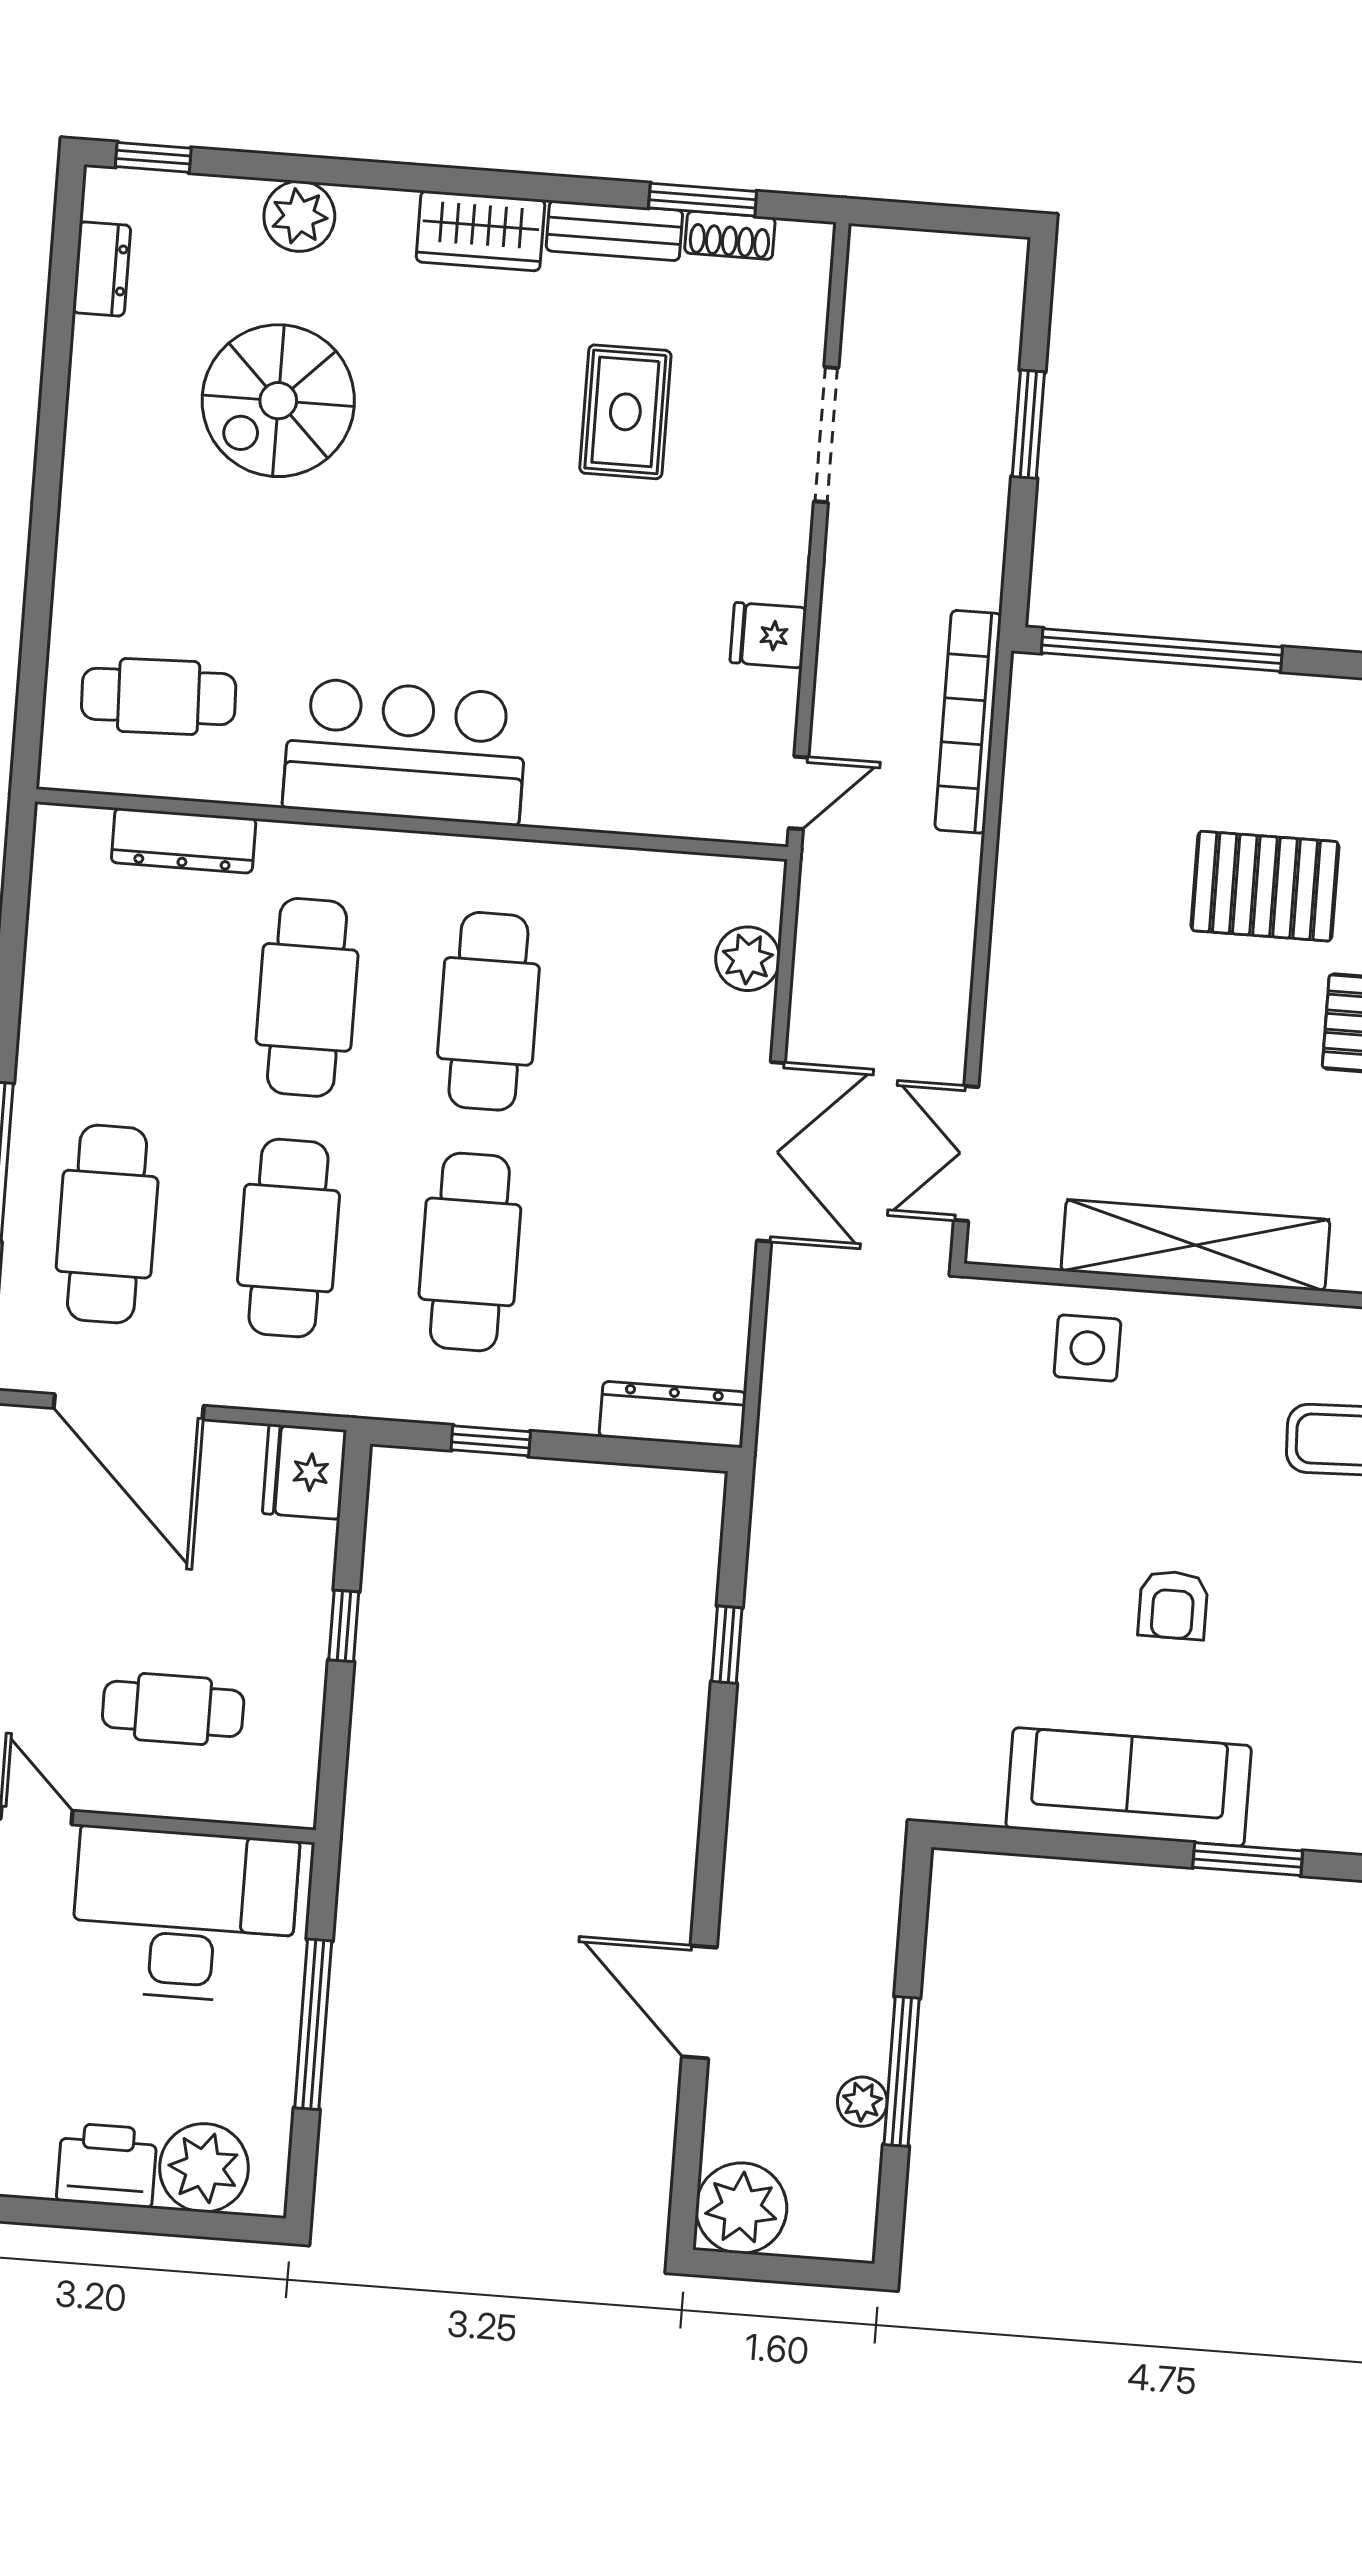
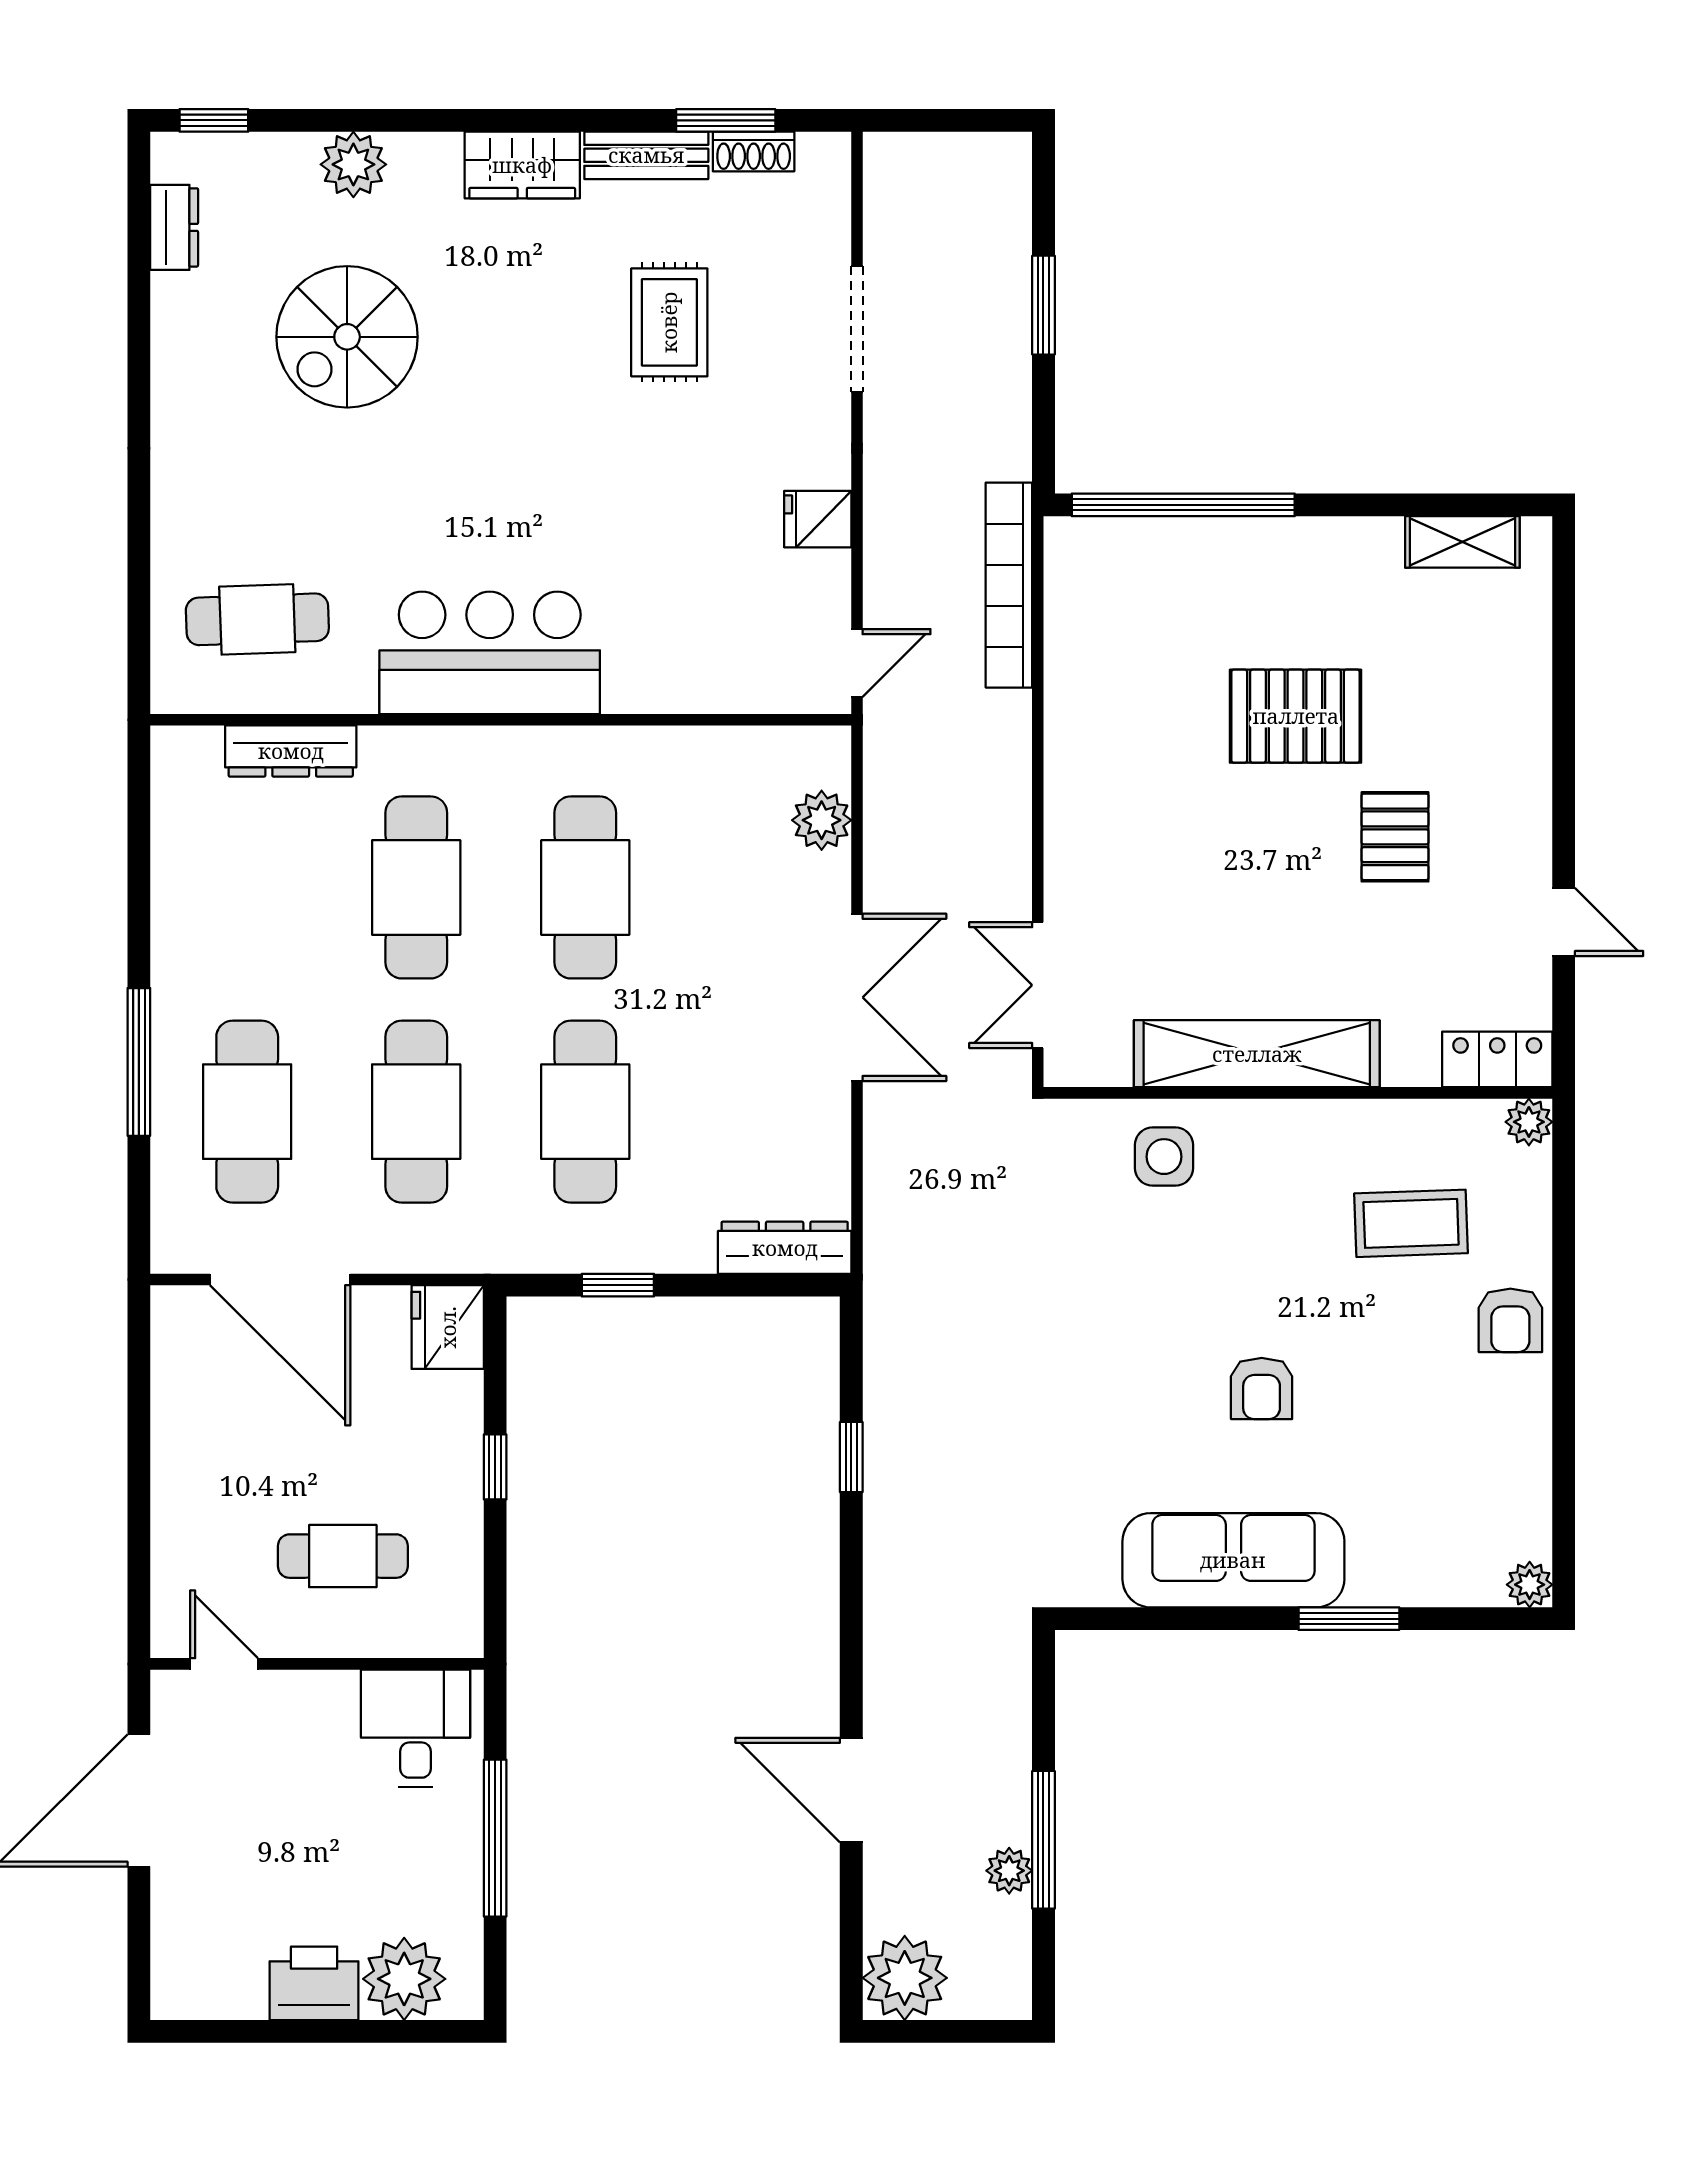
desk: (184, 1915) -> (415, 1728), width x0.53, depth x0.77

